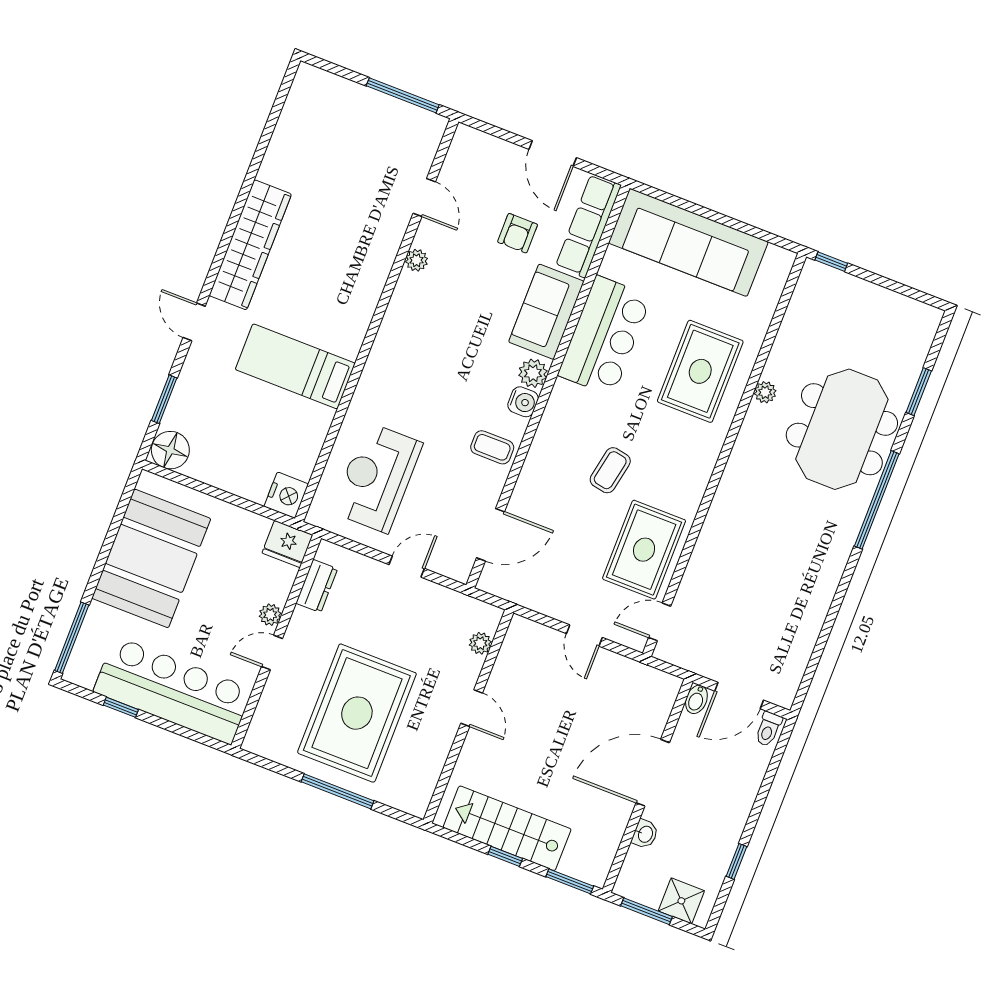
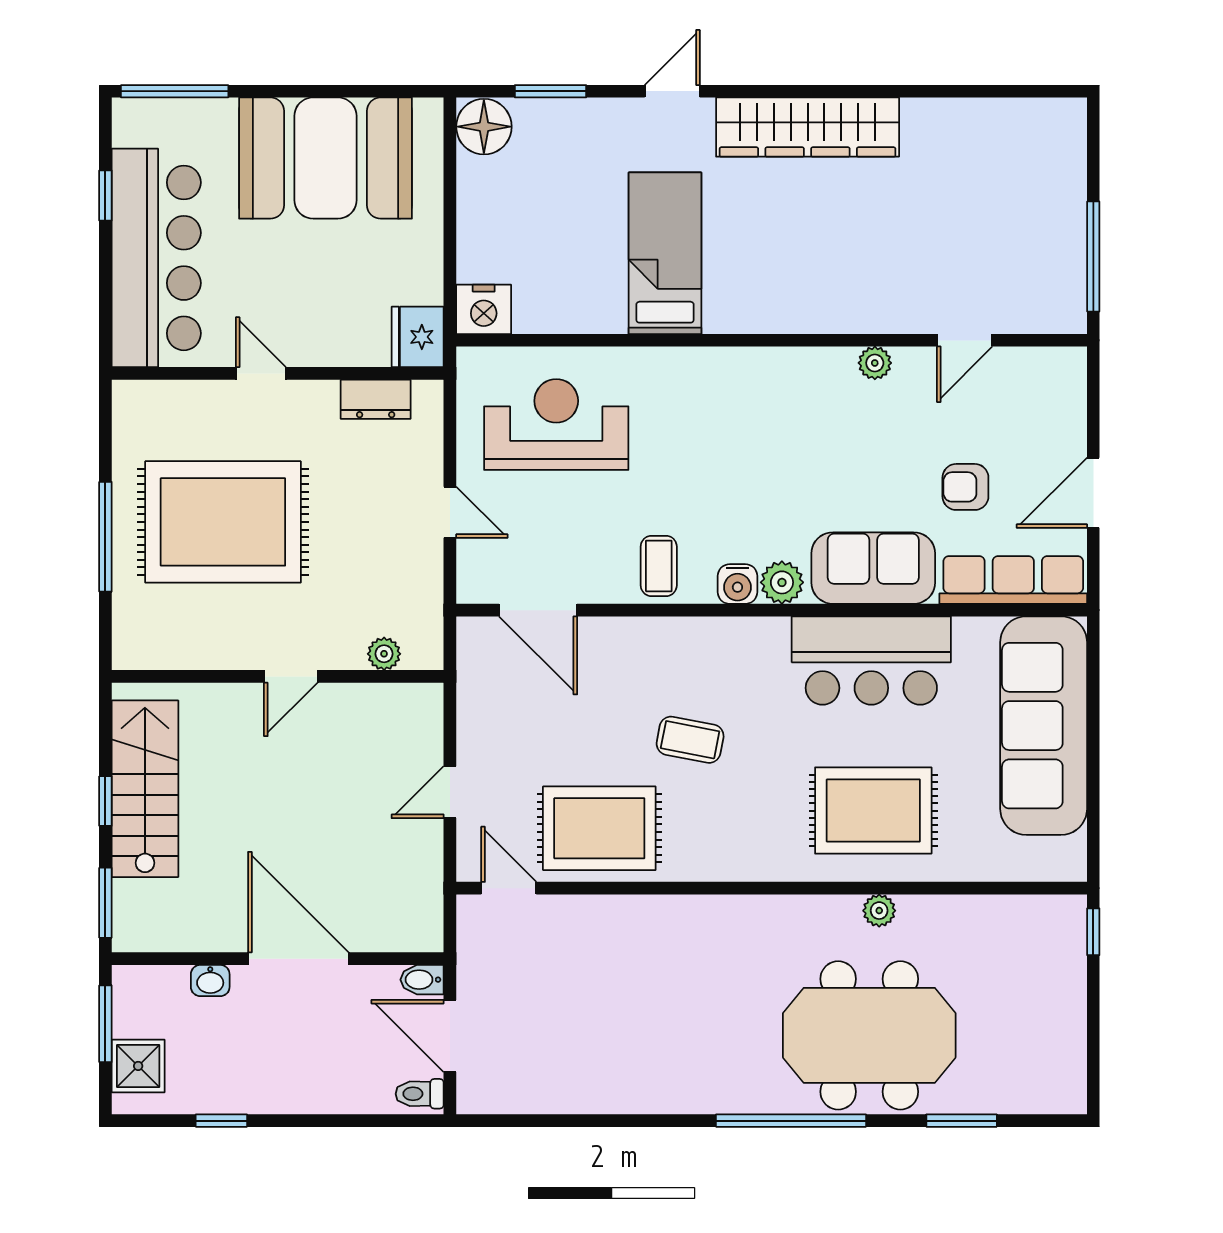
plant: (270, 615) -> (312, 351), removed

